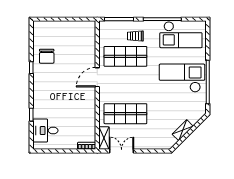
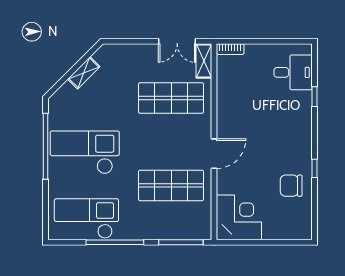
corner desk: (81, 35) -> (239, 217), added
trolley: (135, 36) -> (156, 217), removed
chair: (47, 56) -> (291, 186), turned -90
checkout: (182, 78) -> (85, 152), turned 180

